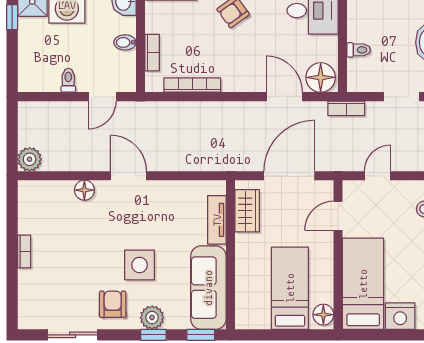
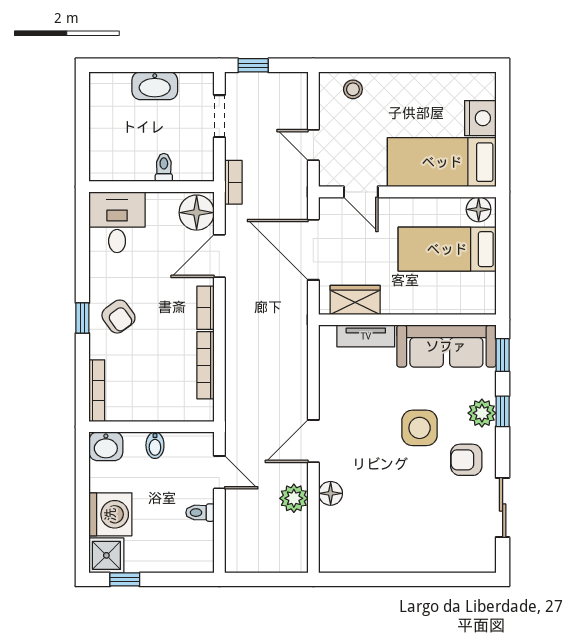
bookcase: (152, 53) -> (206, 308), moved, turned -90
plant: (30, 159) -> (294, 498), moved
bookcase: (24, 252) -> (404, 565), removed

